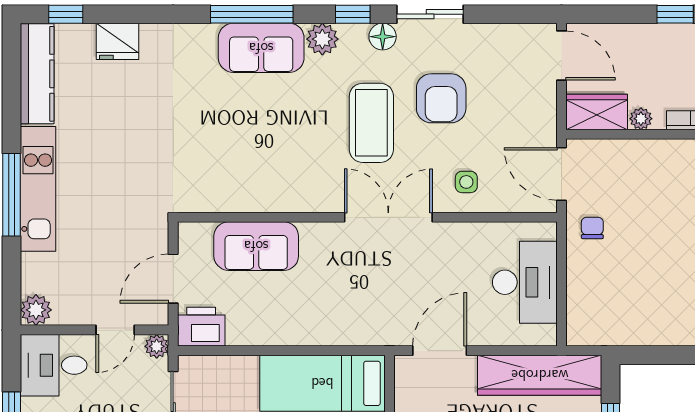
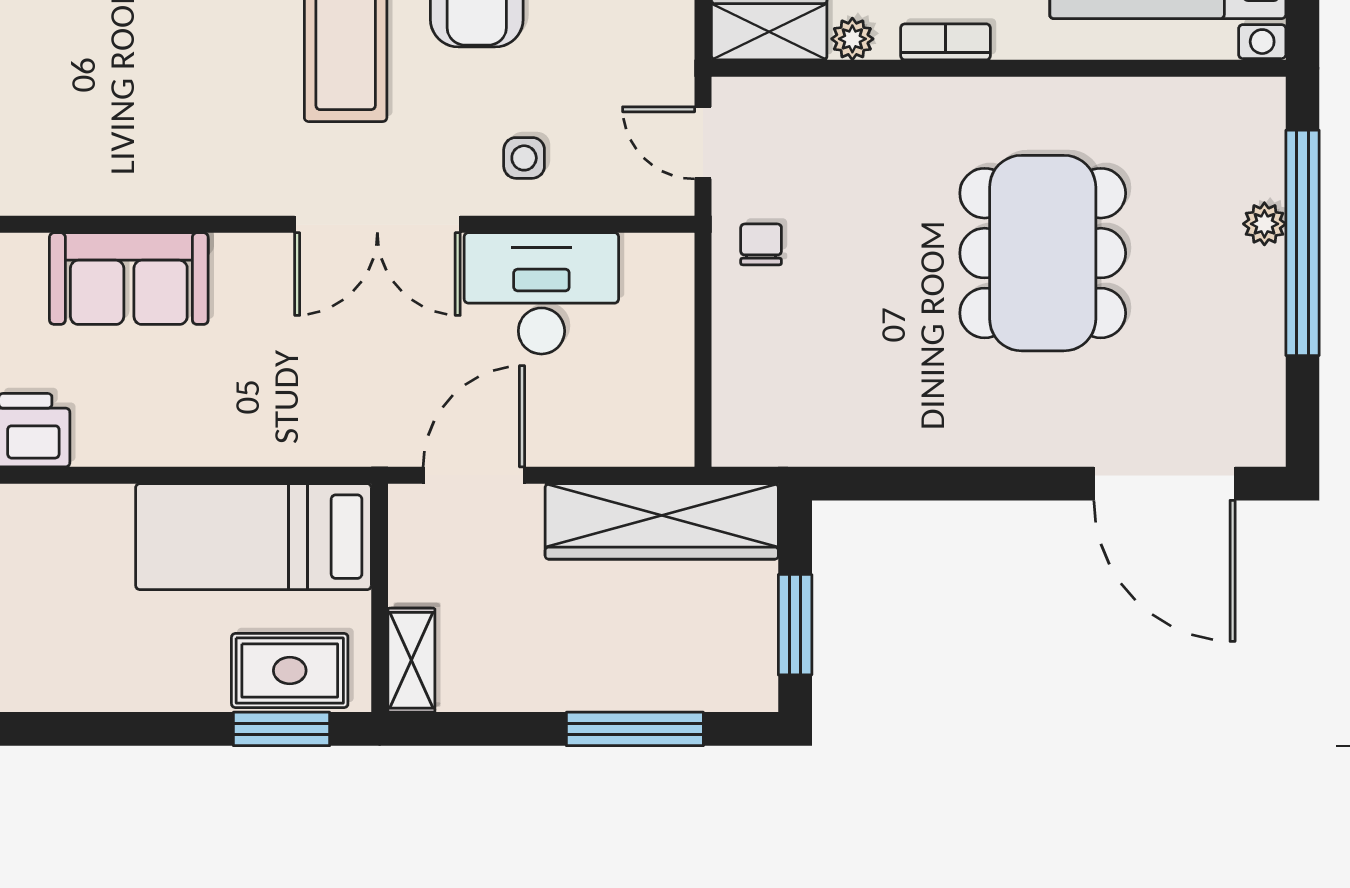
door: (561, 174) -> (703, 143), width x0.73
double door: (388, 217) -> (377, 224), swing flipped
desk: (525, 282) -> (541, 293), moved, turned -90

